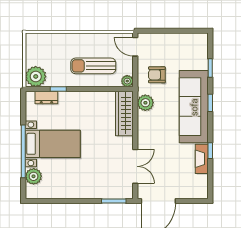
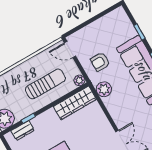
sun lounger: (93, 66) -> (45, 84), turned 180
wardrobe: (124, 113) -> (75, 103), moved, turned -90

